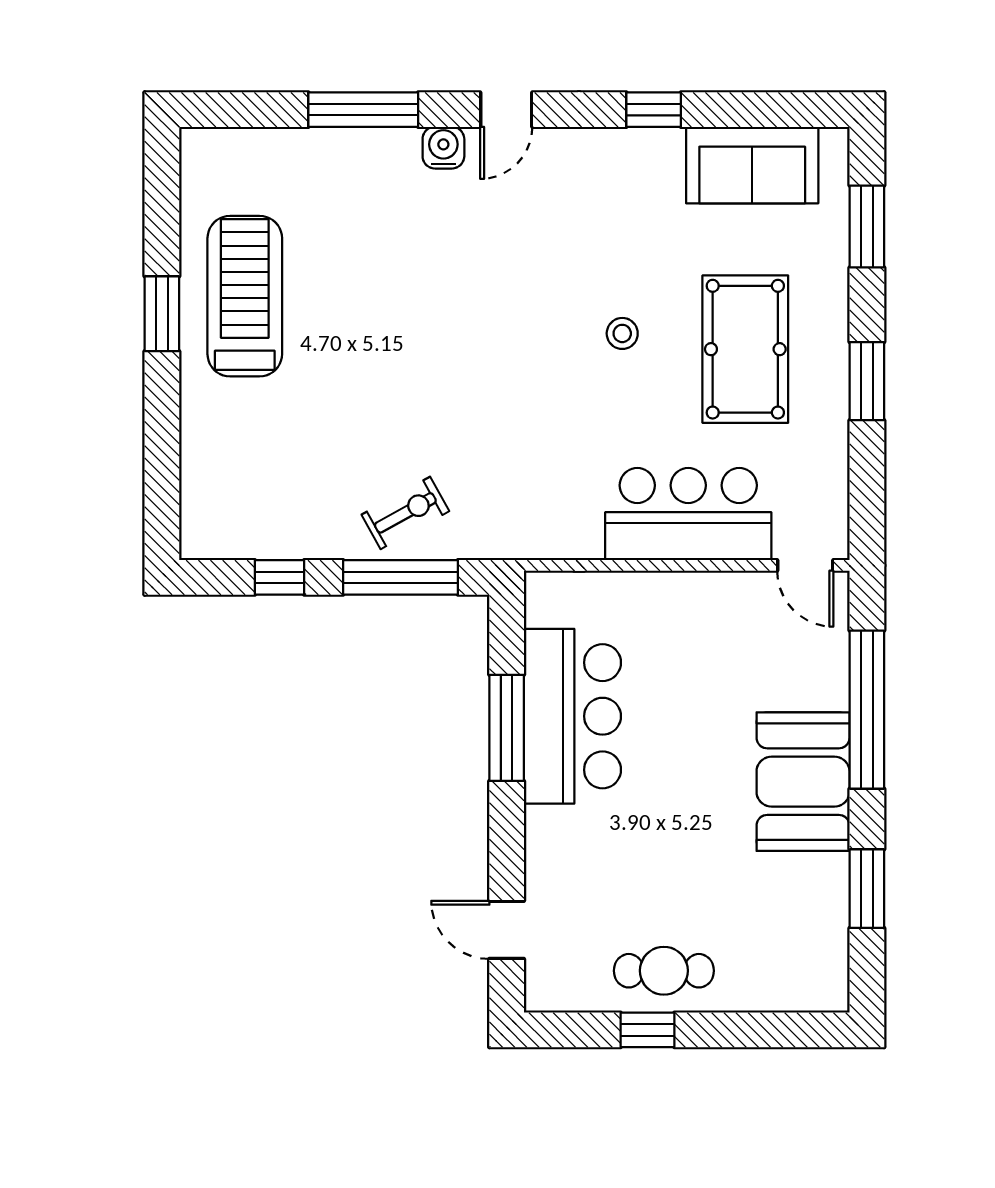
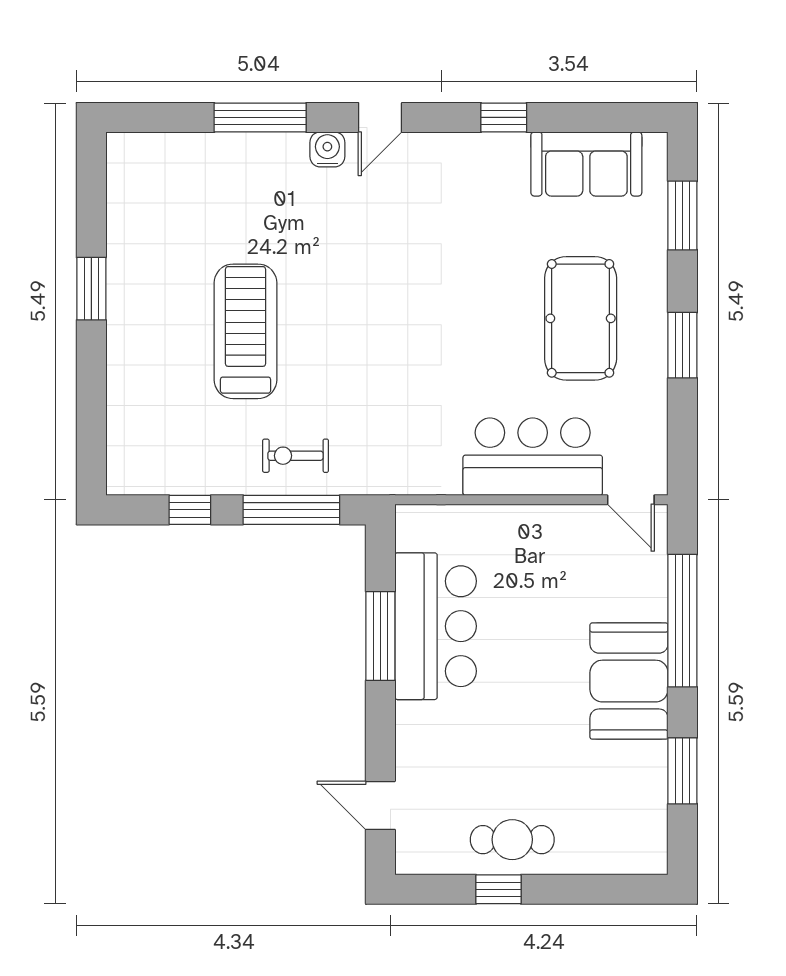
treadmill: (245, 296) -> (245, 331), moved
stool: (622, 333) -> (477, 305), removed
exercise bike: (405, 513) -> (295, 456), turned -151

